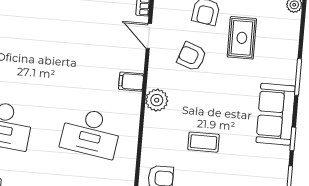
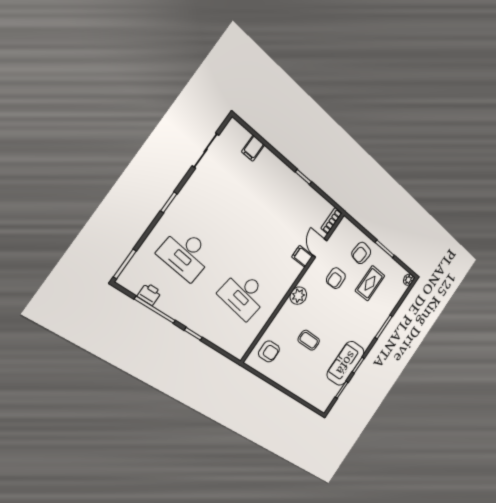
armchair: (192, 57) -> (336, 278), turned -110
filing cabinet: (131, 82) -> (302, 256), moved
sofa: (276, 114) -> (346, 363), moved

